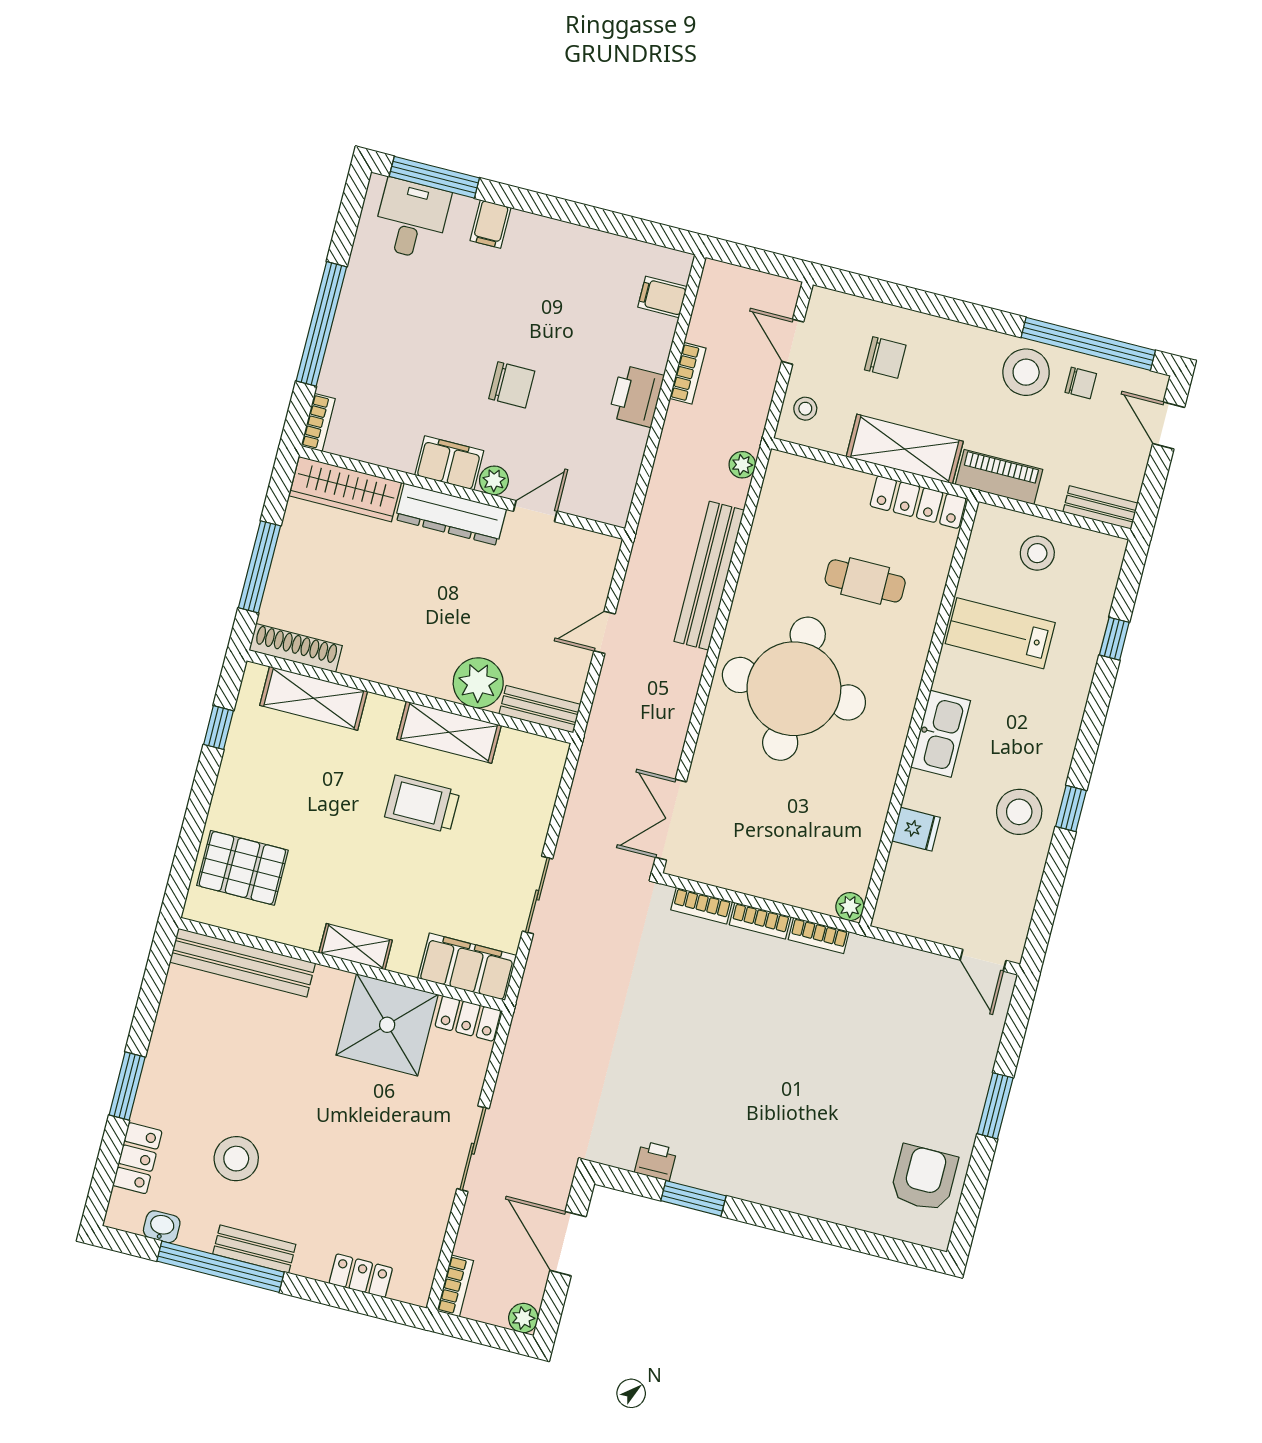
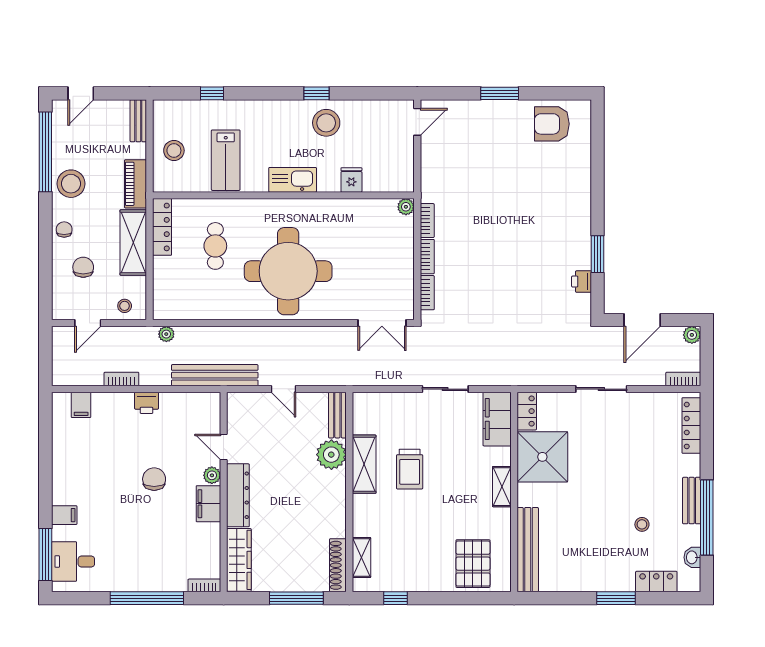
chair: (1081, 383) -> (64, 229), moved
printer: (636, 396) -> (147, 403), width x0.73, depth x0.81
bench: (709, 576) -> (215, 375), moved
shelving: (314, 698) -> (361, 557), width x0.67, depth x0.75
stool: (236, 1159) -> (642, 524), width x0.53, depth x0.53
locker: (361, 1276) -> (691, 425), width x1.53

